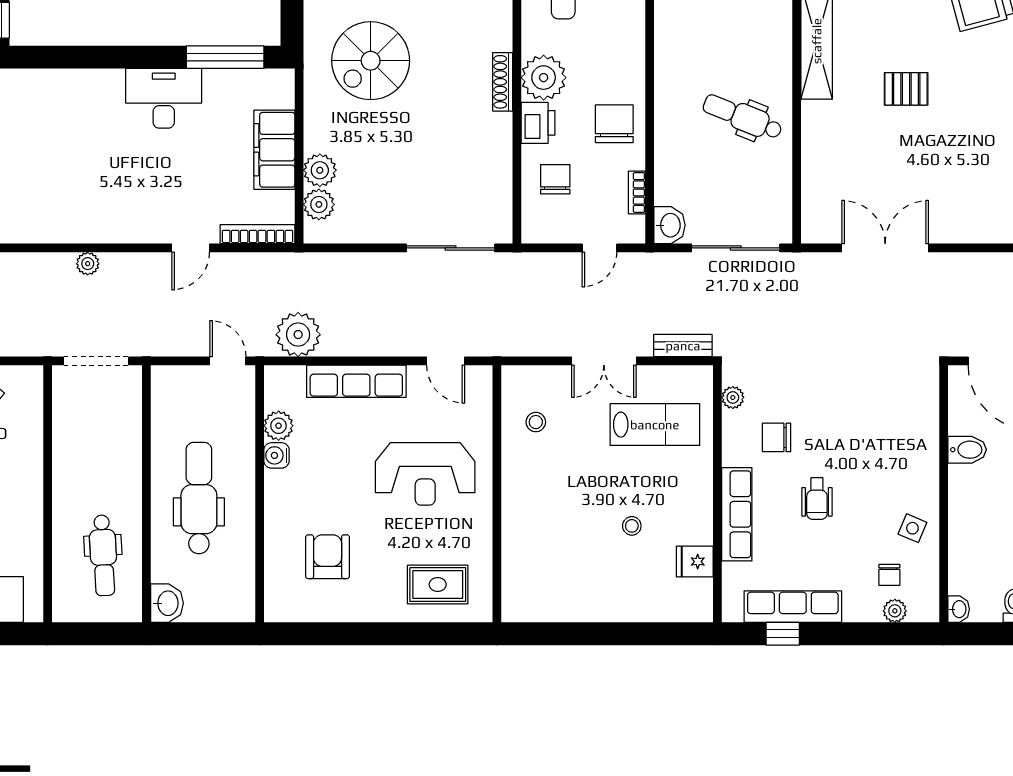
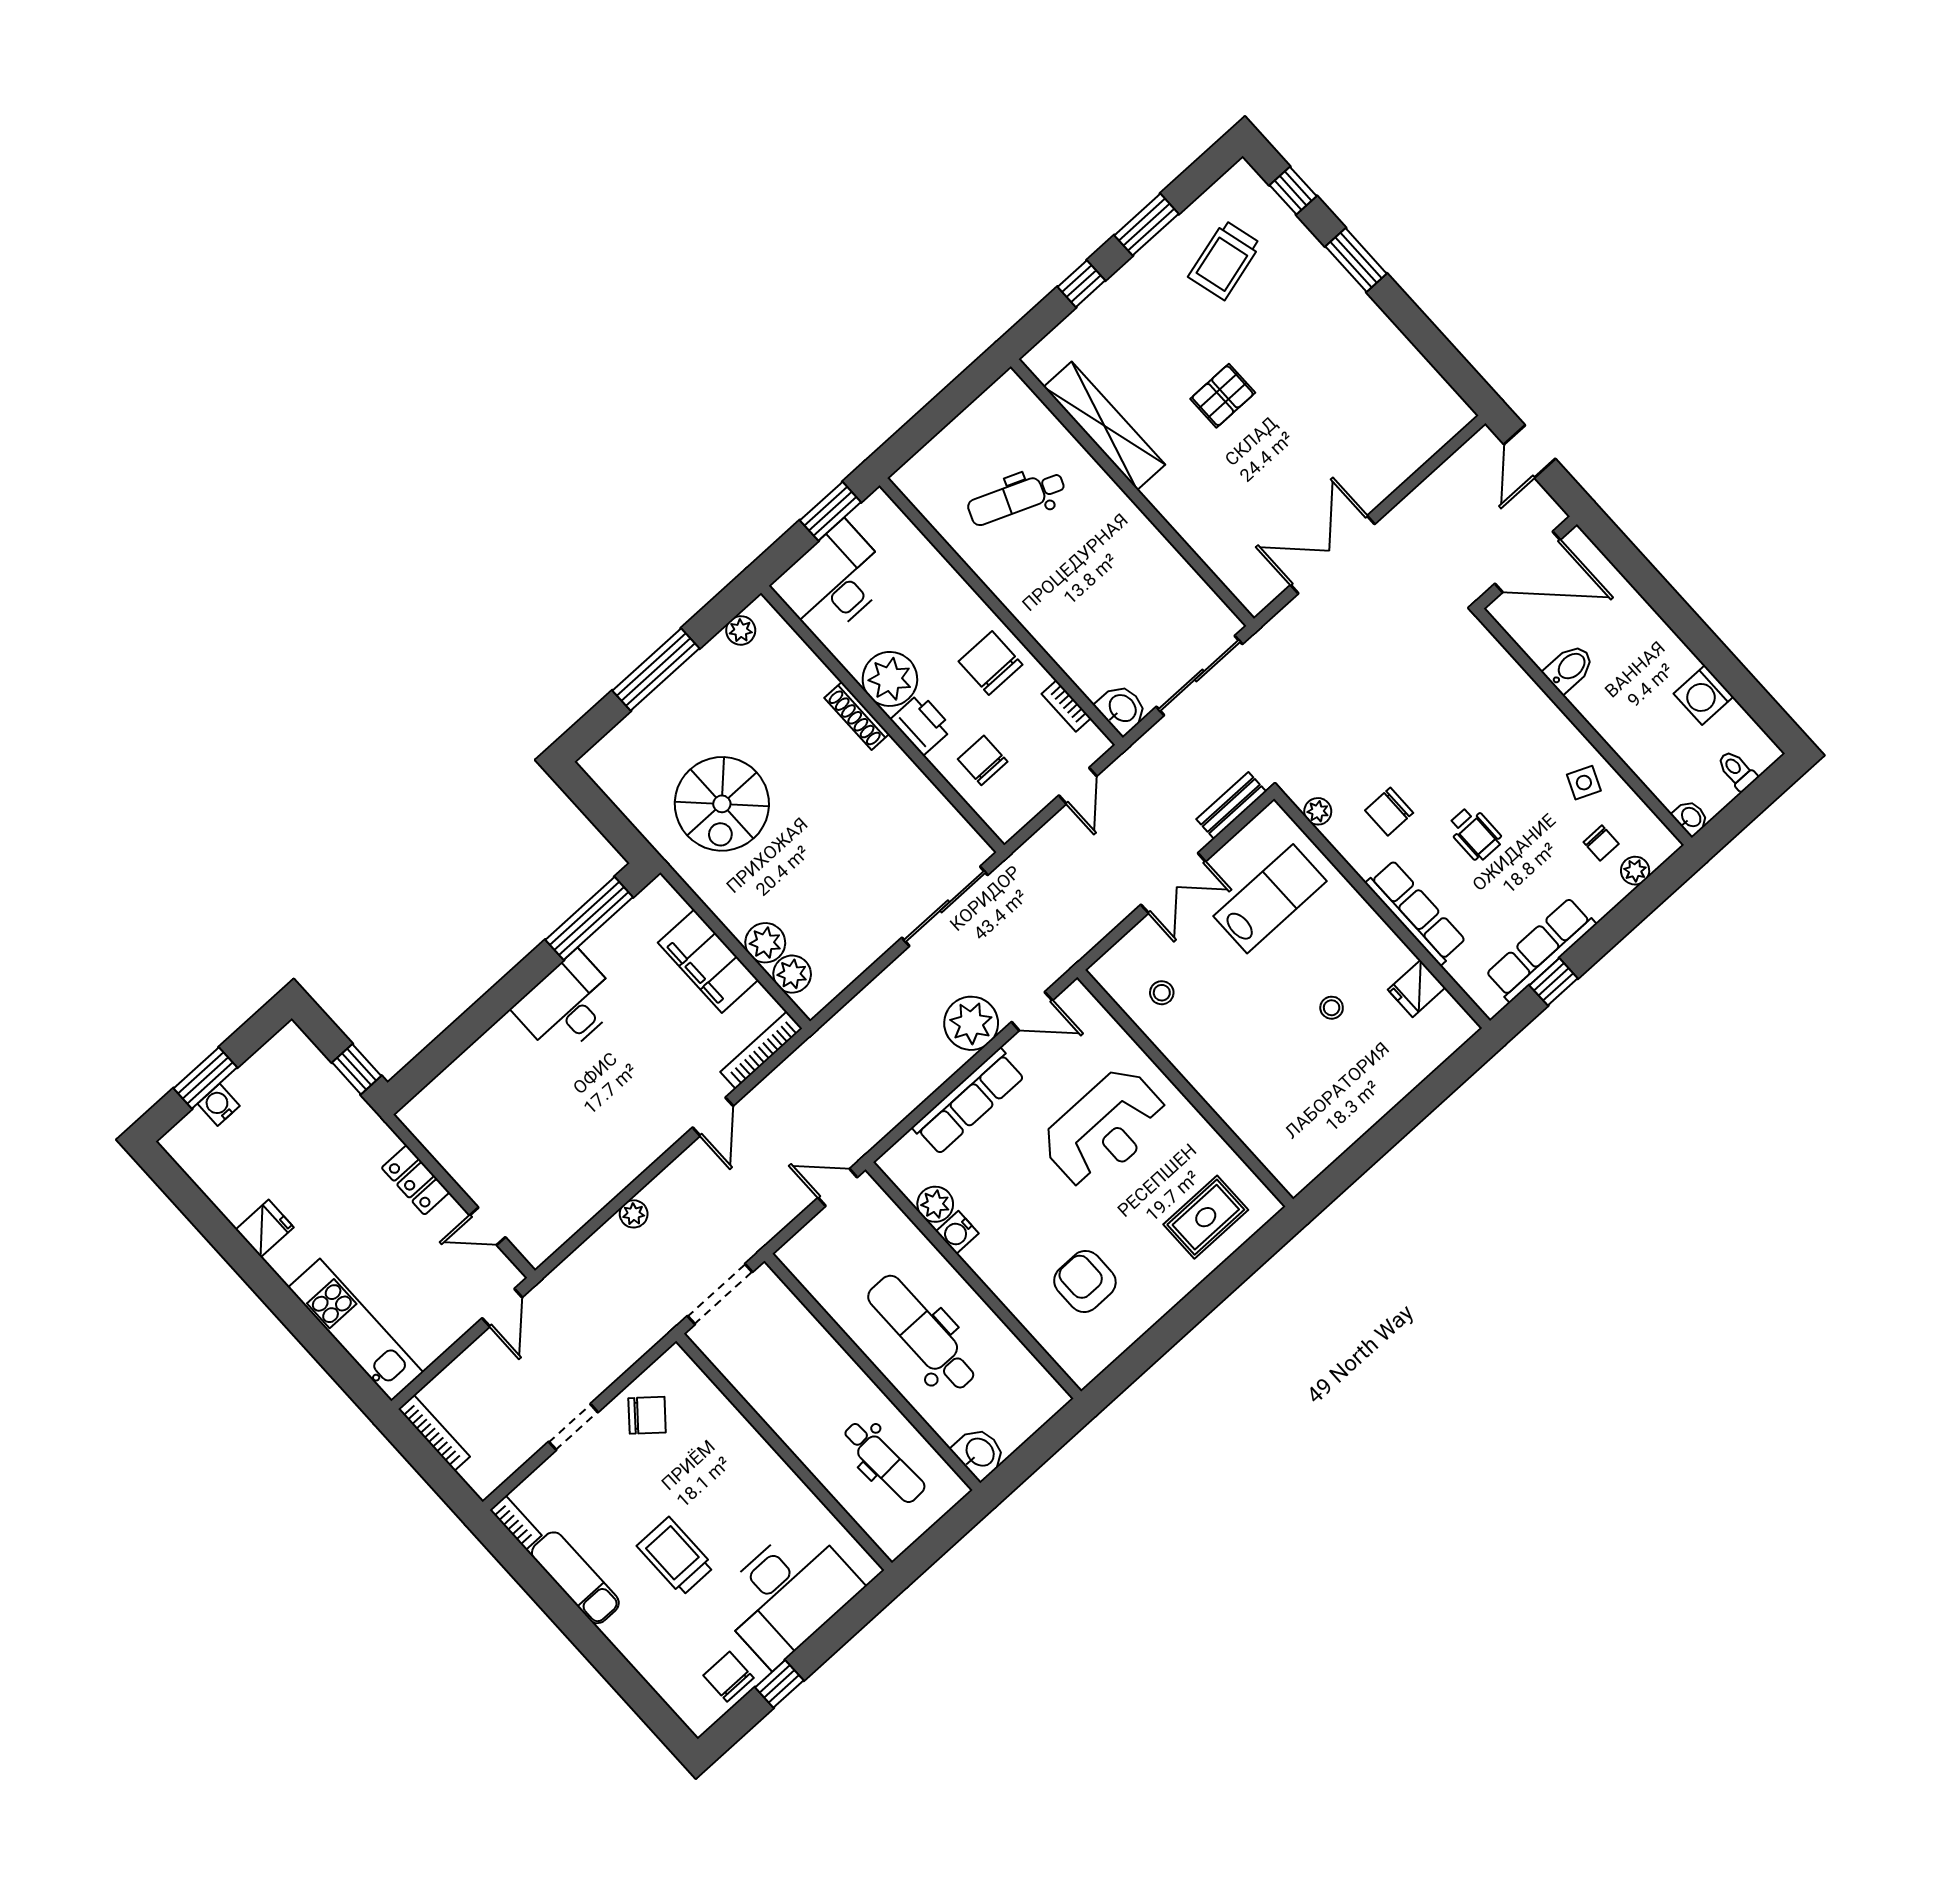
dental chair: (743, 117) -> (1016, 498), moved
plant: (298, 335) -> (971, 1023), moved

